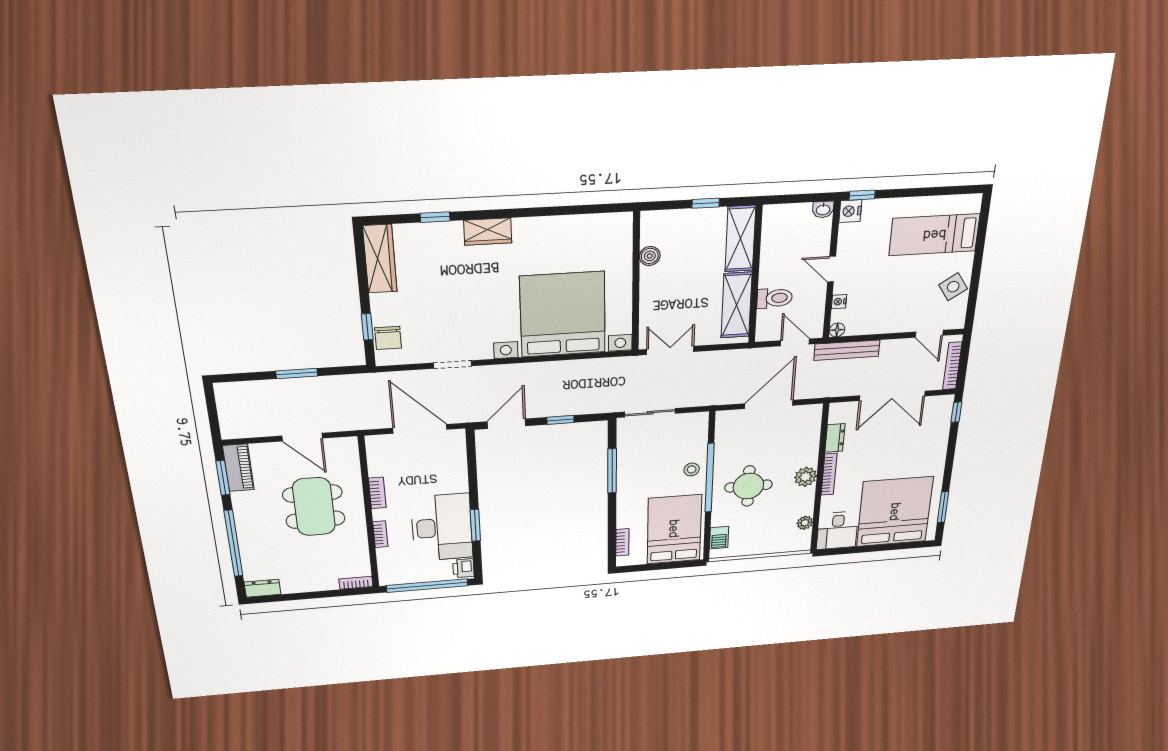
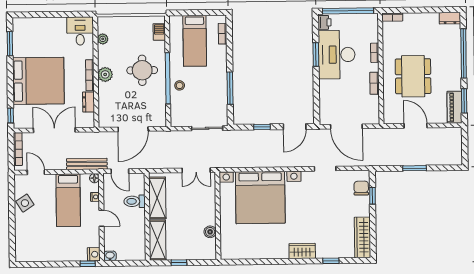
bed: (934, 235) -> (68, 200), moved, turned 90
bed: (895, 512) -> (38, 81), moved, turned -90
bed: (674, 529) -> (195, 41), width x0.67

